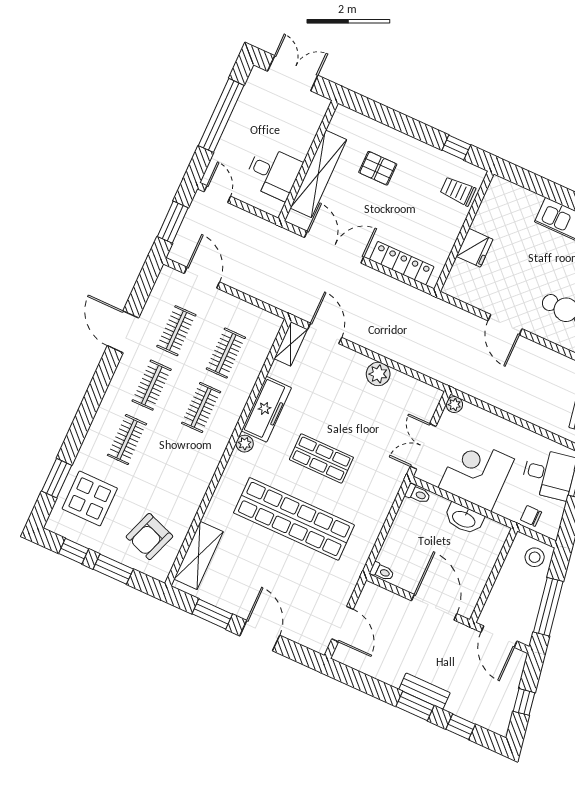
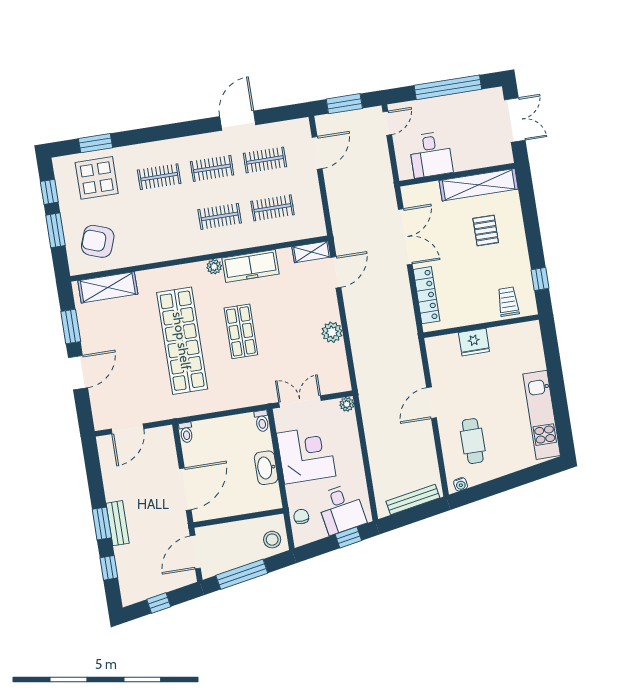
shelving: (318, 174) -> (479, 185), moved

